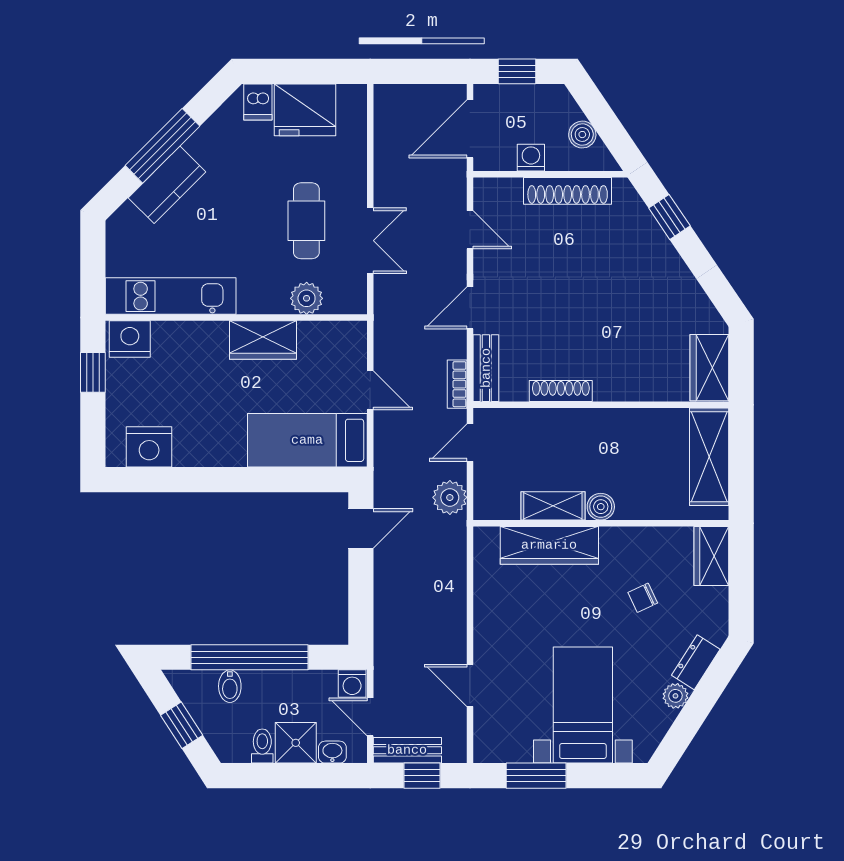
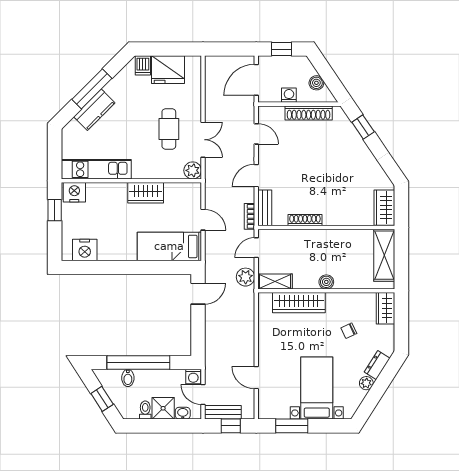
plant: (307, 298) -> (193, 170), moved
shelving: (553, 506) -> (275, 281), moved

